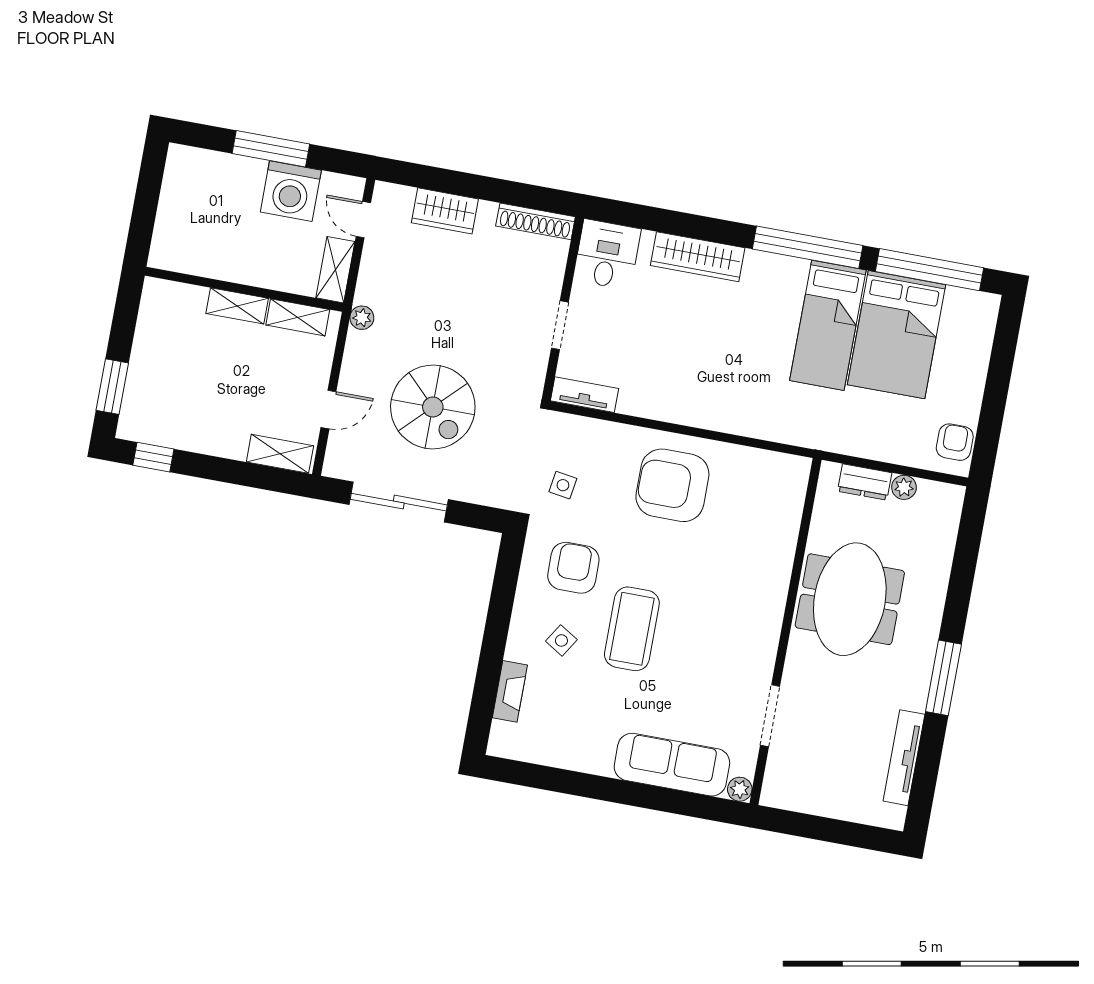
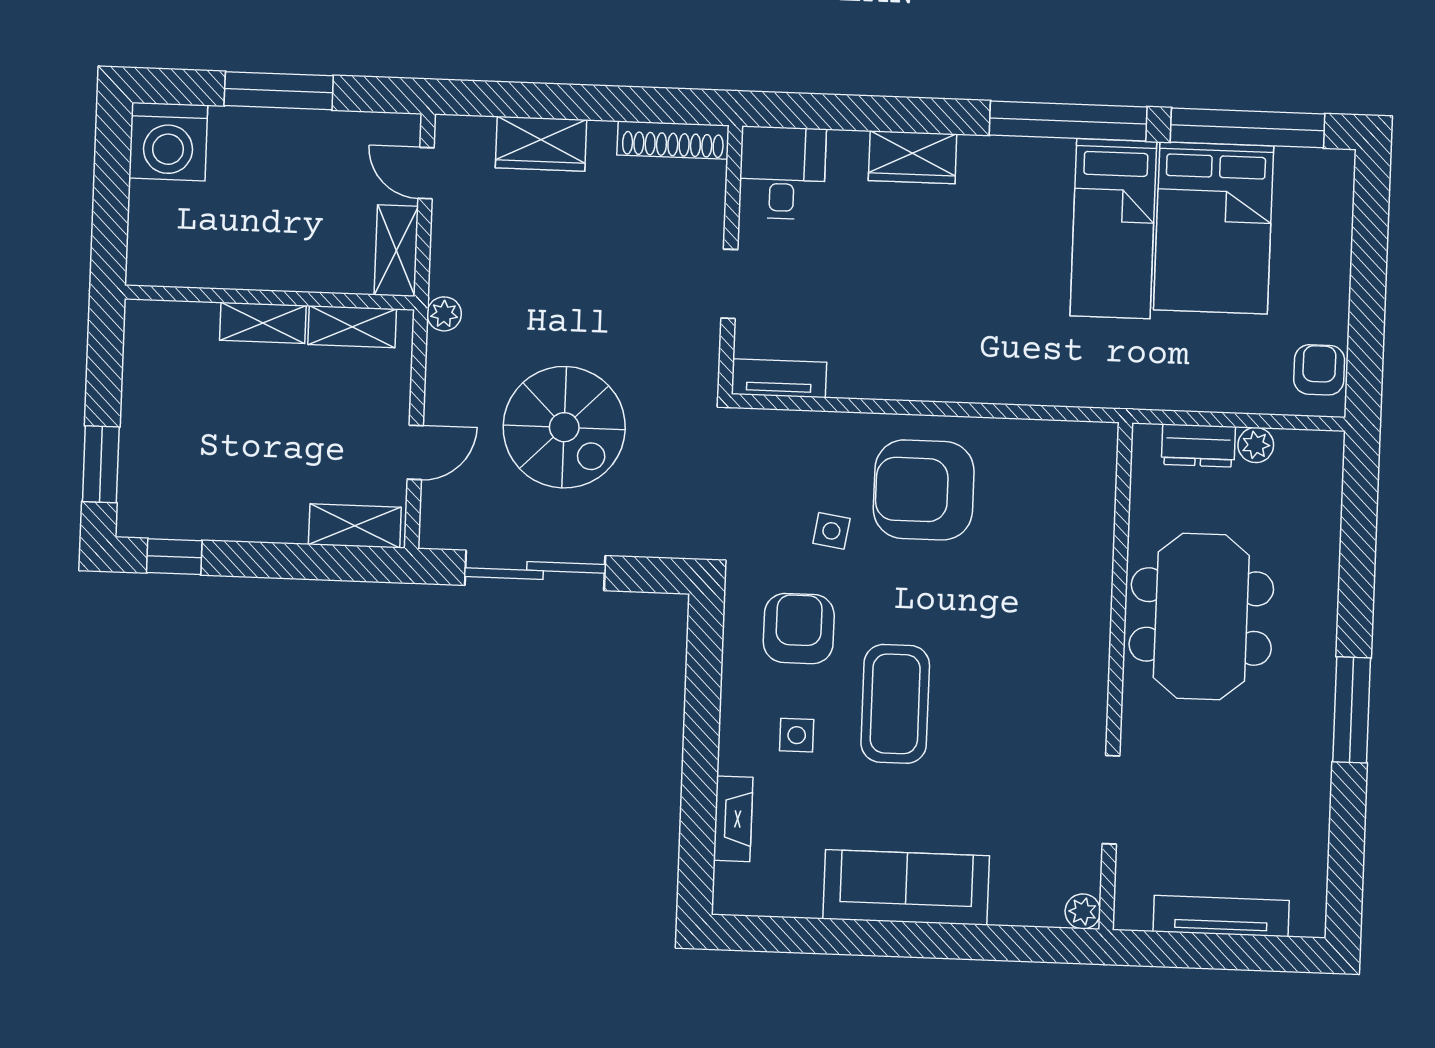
washing machine: (291, 191) -> (168, 142), moved
wardrobe: (698, 257) -> (913, 157), width x0.67
side table: (563, 485) -> (831, 531), moved
side table: (561, 640) -> (797, 735), turned -32
tv unit: (904, 758) -> (1221, 916), moved, turned 90
sofa: (672, 765) -> (906, 887), moved

